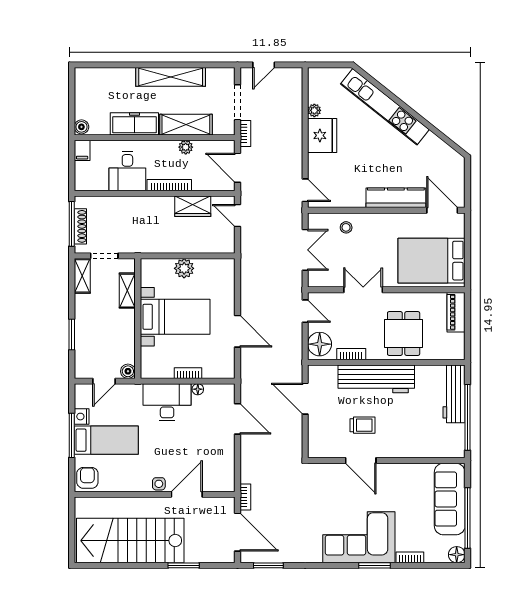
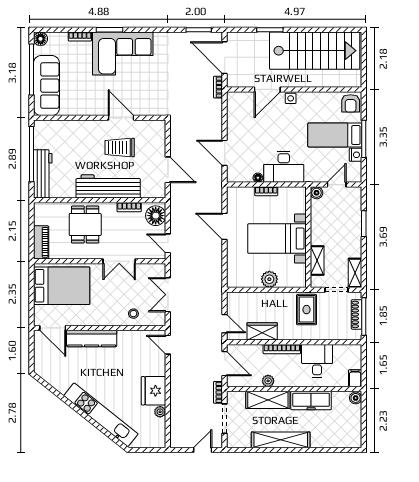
rug: (140, 232) -> (307, 310), added
trolley: (363, 425) -> (120, 148), width x1.36, depth x1.39

